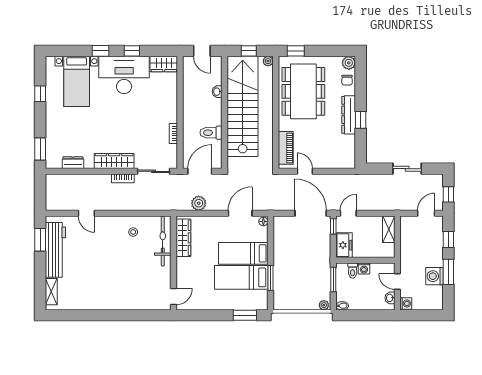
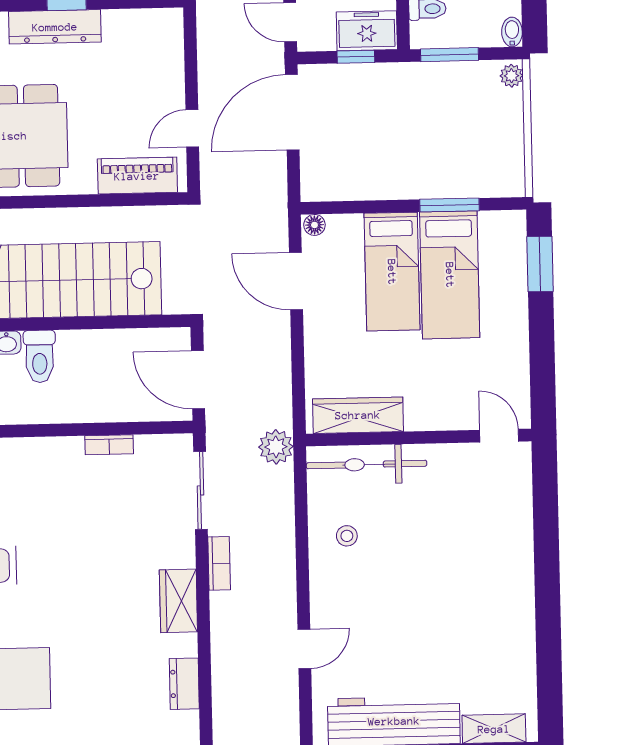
toilet: (211, 133) -> (40, 356), moved
wardrobe: (114, 161) -> (178, 601), width x0.67
plant: (199, 203) -> (276, 447), moved
window: (333, 226) -> (356, 57), moved

